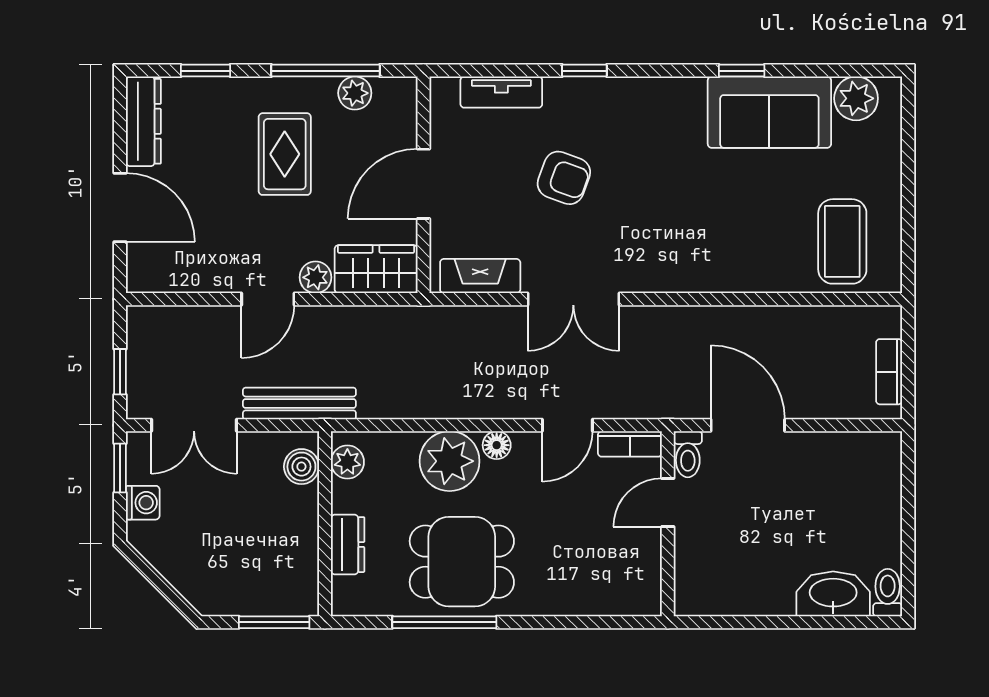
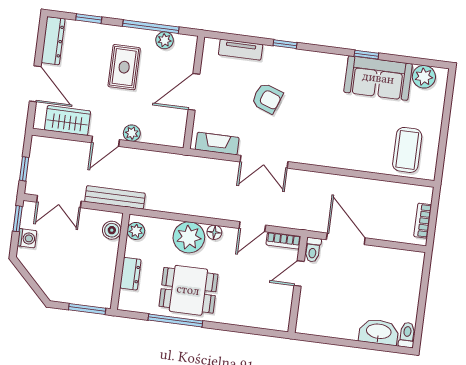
wardrobe: (376, 269) -> (67, 120), moved

